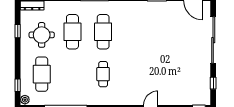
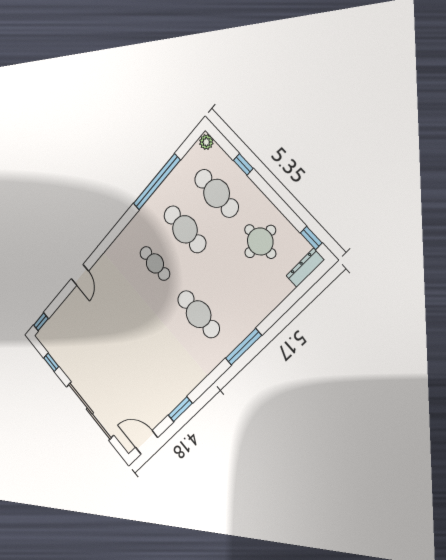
window: (18, 31) -> (311, 238), moved
cafe table: (72, 32) -> (185, 229), moved
window: (18, 85) -> (243, 164), moved

